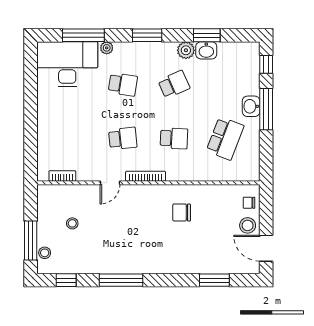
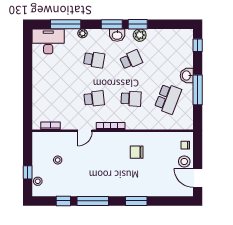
window: (207, 35) -> (138, 24), moved
washbasin: (206, 50) -> (117, 35), moved
desk: (67, 64) -> (48, 41), width x0.73, depth x0.77
window: (266, 109) -> (198, 90), moved
window: (31, 240) -> (28, 172), width x0.46
window: (66, 280) -> (63, 201), moved
window: (214, 280) -> (136, 201), moved

